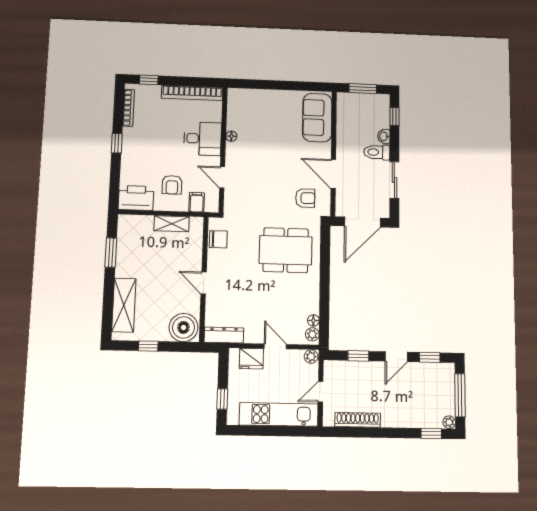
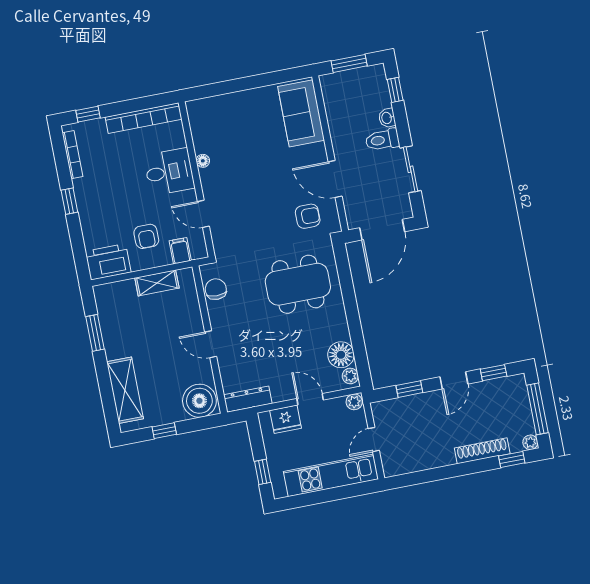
chair: (218, 239) -> (216, 289), turned -90
floor lamp: (313, 320) -> (341, 355), width x1.89, depth x1.89
shoe rack: (358, 420) -> (482, 451), moved

